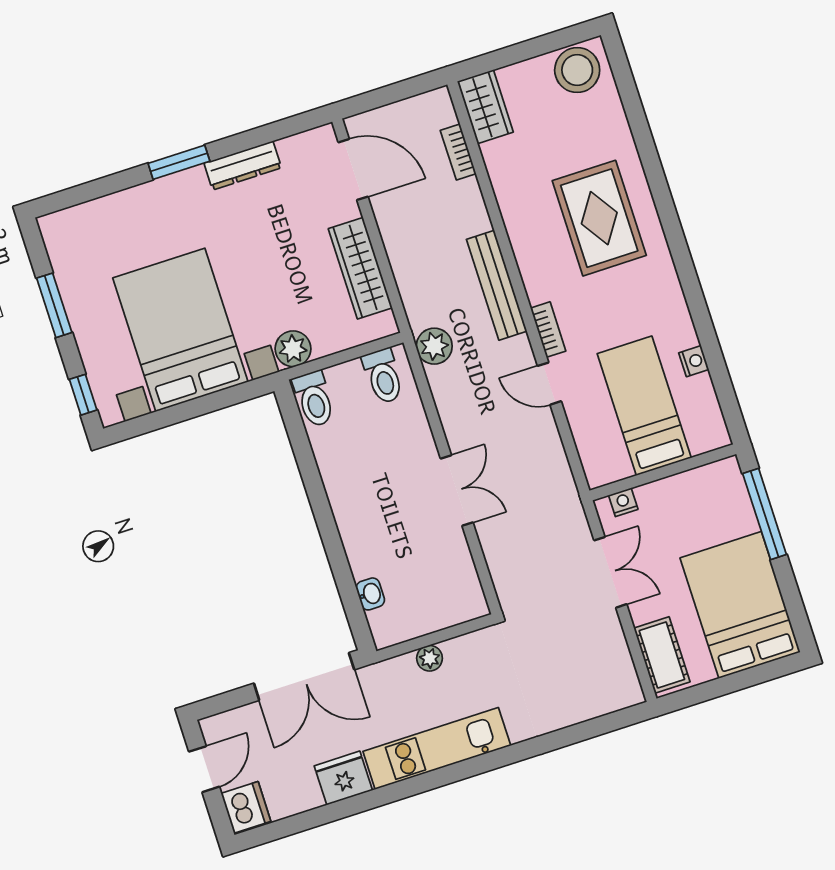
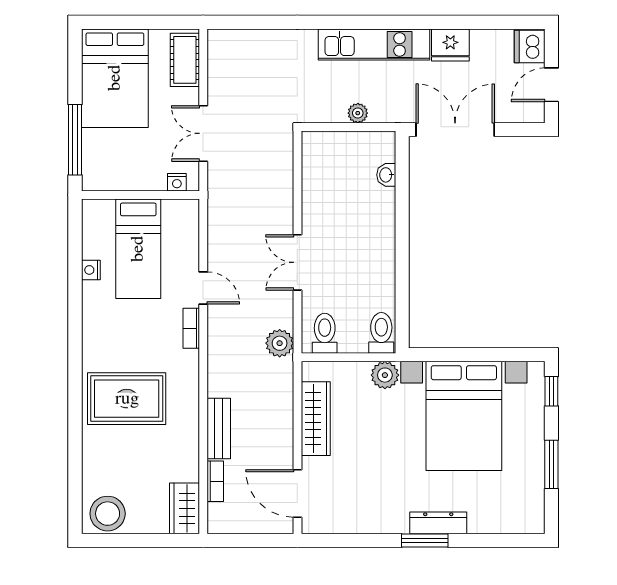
dresser: (243, 165) -> (438, 523), moved
rug: (599, 218) -> (127, 399), turned 90
bench: (497, 285) -> (219, 429), moved, width x0.73
double door: (457, 490) -> (297, 262), moved

